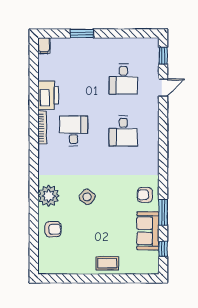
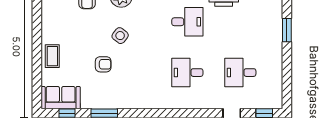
armchair: (145, 195) -> (103, 64), moved, turned 90
sofa: (148, 231) -> (61, 98), moved

